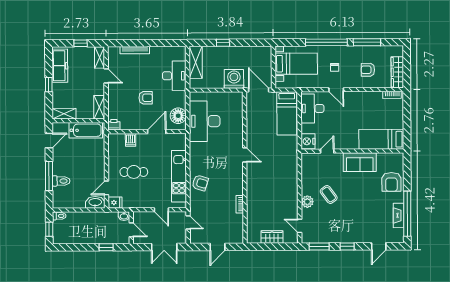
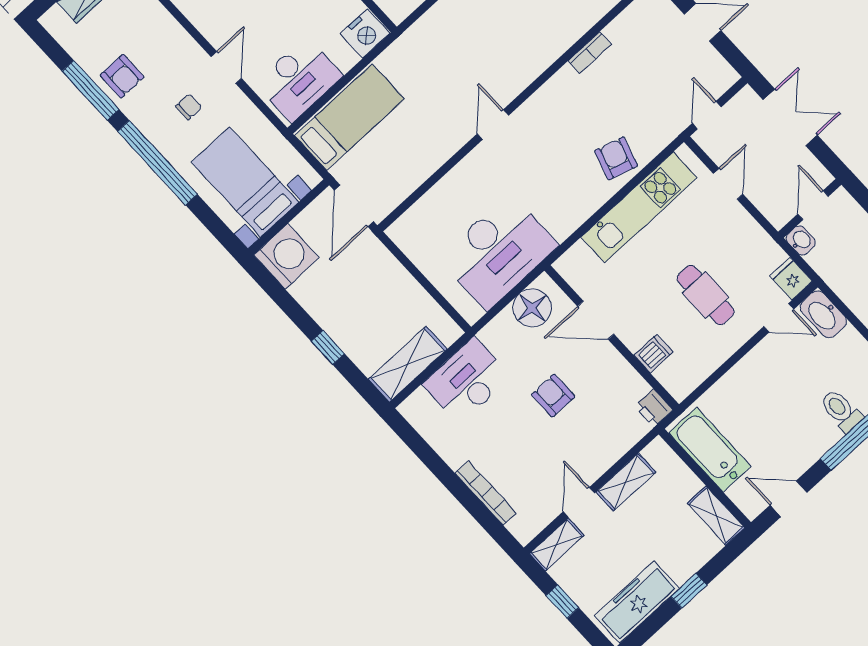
armchair: (368, 70) -> (122, 76), moved
washing machine: (234, 79) -> (286, 256), moved, turned 180
shelving: (99, 107) -> (626, 482), moved

